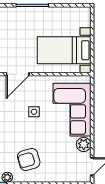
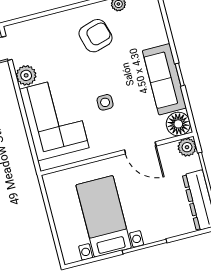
bed with nightstands: (64, 50) -> (104, 216), moved, turned -90
door: (18, 74) -> (140, 148), swing flipped

